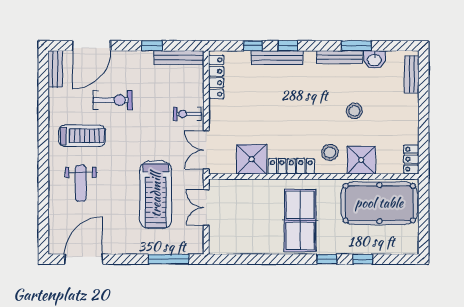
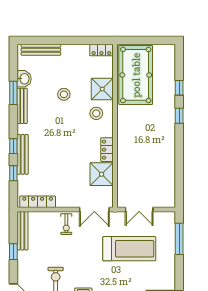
bench: (412, 74) -> (41, 50), width x1.36
locker: (291, 166) -> (107, 150), width x0.66
table tennis table: (300, 220) -> (149, 137), removed

